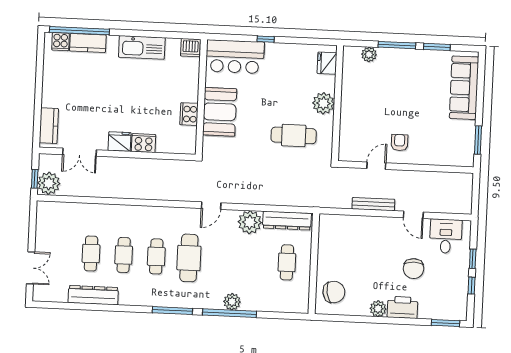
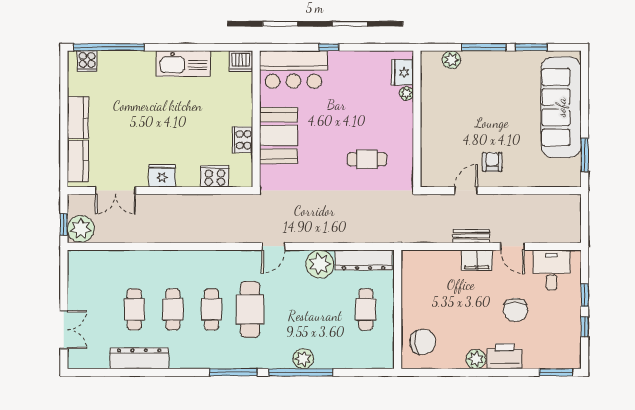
kitchen counter: (88, 43) -> (78, 118), moved, turned -90
sofa: (464, 88) -> (561, 107), width x1.36, depth x1.27
plant: (323, 103) -> (406, 93), moved, width x0.53, depth x0.53
cafe table: (294, 135) -> (367, 159), width x0.73, depth x0.74
cooker: (144, 143) -> (215, 176), moved
bench: (373, 204) -> (471, 236), width x0.73
filing cabinet: (383, 225) -> (477, 260), added

